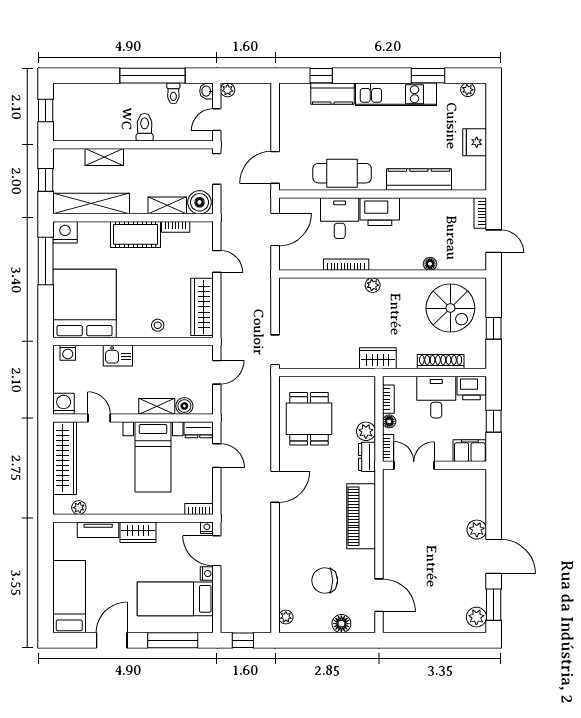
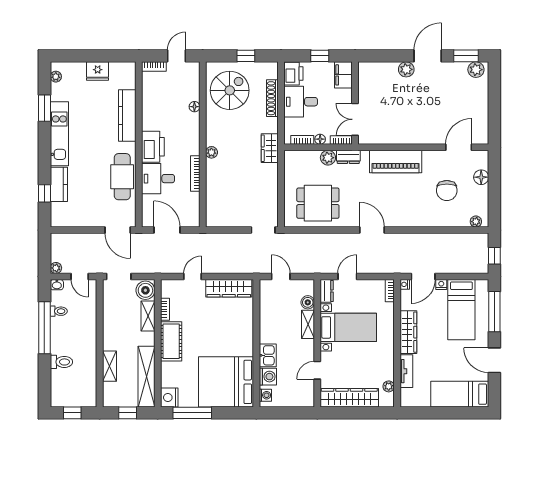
toilet: (145, 127) -> (61, 362), moved, turned 180
stool: (158, 325) -> (243, 324), removed
washing machine: (64, 404) -> (268, 377), moved, turned 180
wardrobe: (138, 532) -> (408, 332), width x1.50

